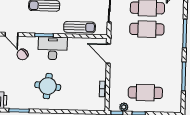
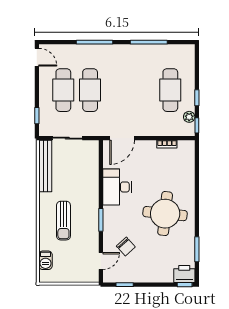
sun lounger: (80, 27) -> (90, 175), removed
desk: (53, 48) -> (117, 187), moved
round table: (48, 86) -> (165, 214), width x1.36, depth x1.36

